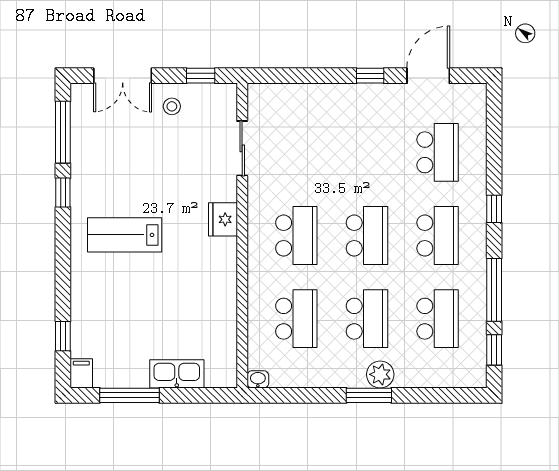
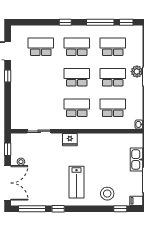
double door: (123, 76) -> (8, 183), width x1.37
stool: (98, 306) -> (107, 194), added

